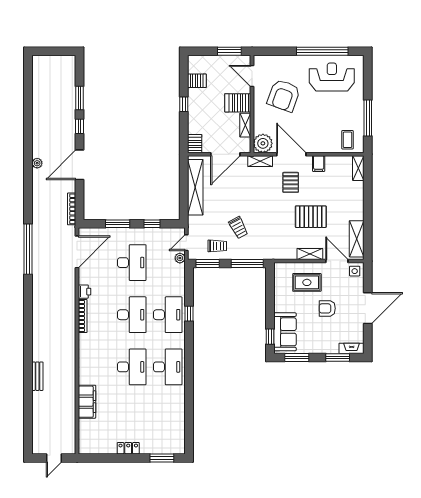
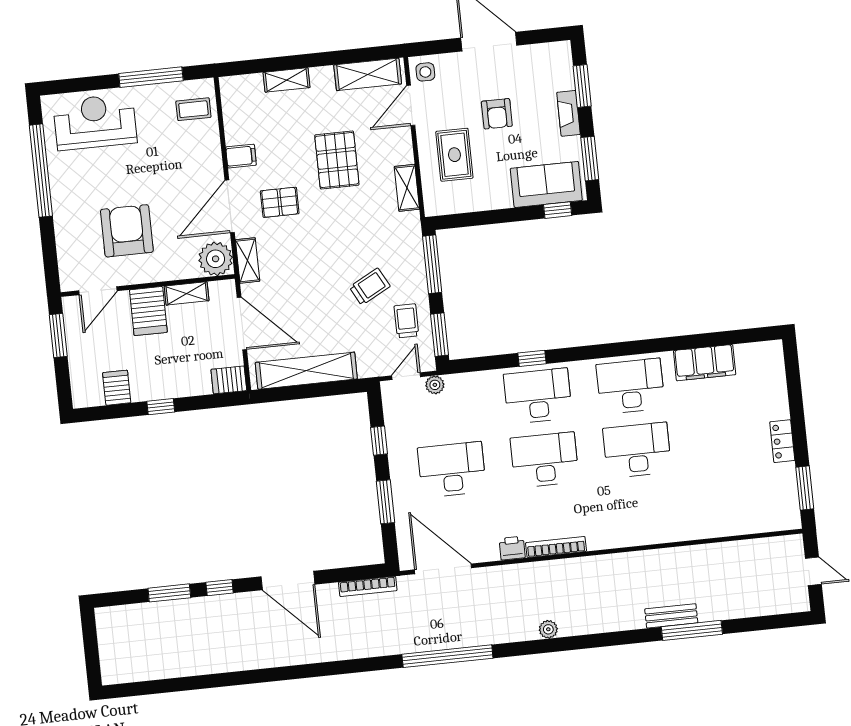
reception desk: (332, 77) -> (95, 122), moved, turned 90
armchair: (284, 96) -> (127, 231), turned -110
plant: (37, 163) -> (548, 629), moved
shelving: (358, 168) -> (287, 80), moved
door: (186, 243) -> (406, 376), swing flipped
shelving: (310, 254) -> (407, 188), moved
fireplace: (352, 348) -> (568, 113), moved
window: (28, 387) -> (692, 630), added
filing cabinet: (87, 402) -> (705, 363), moved, turned 180
window: (162, 458) -> (805, 488), moved

